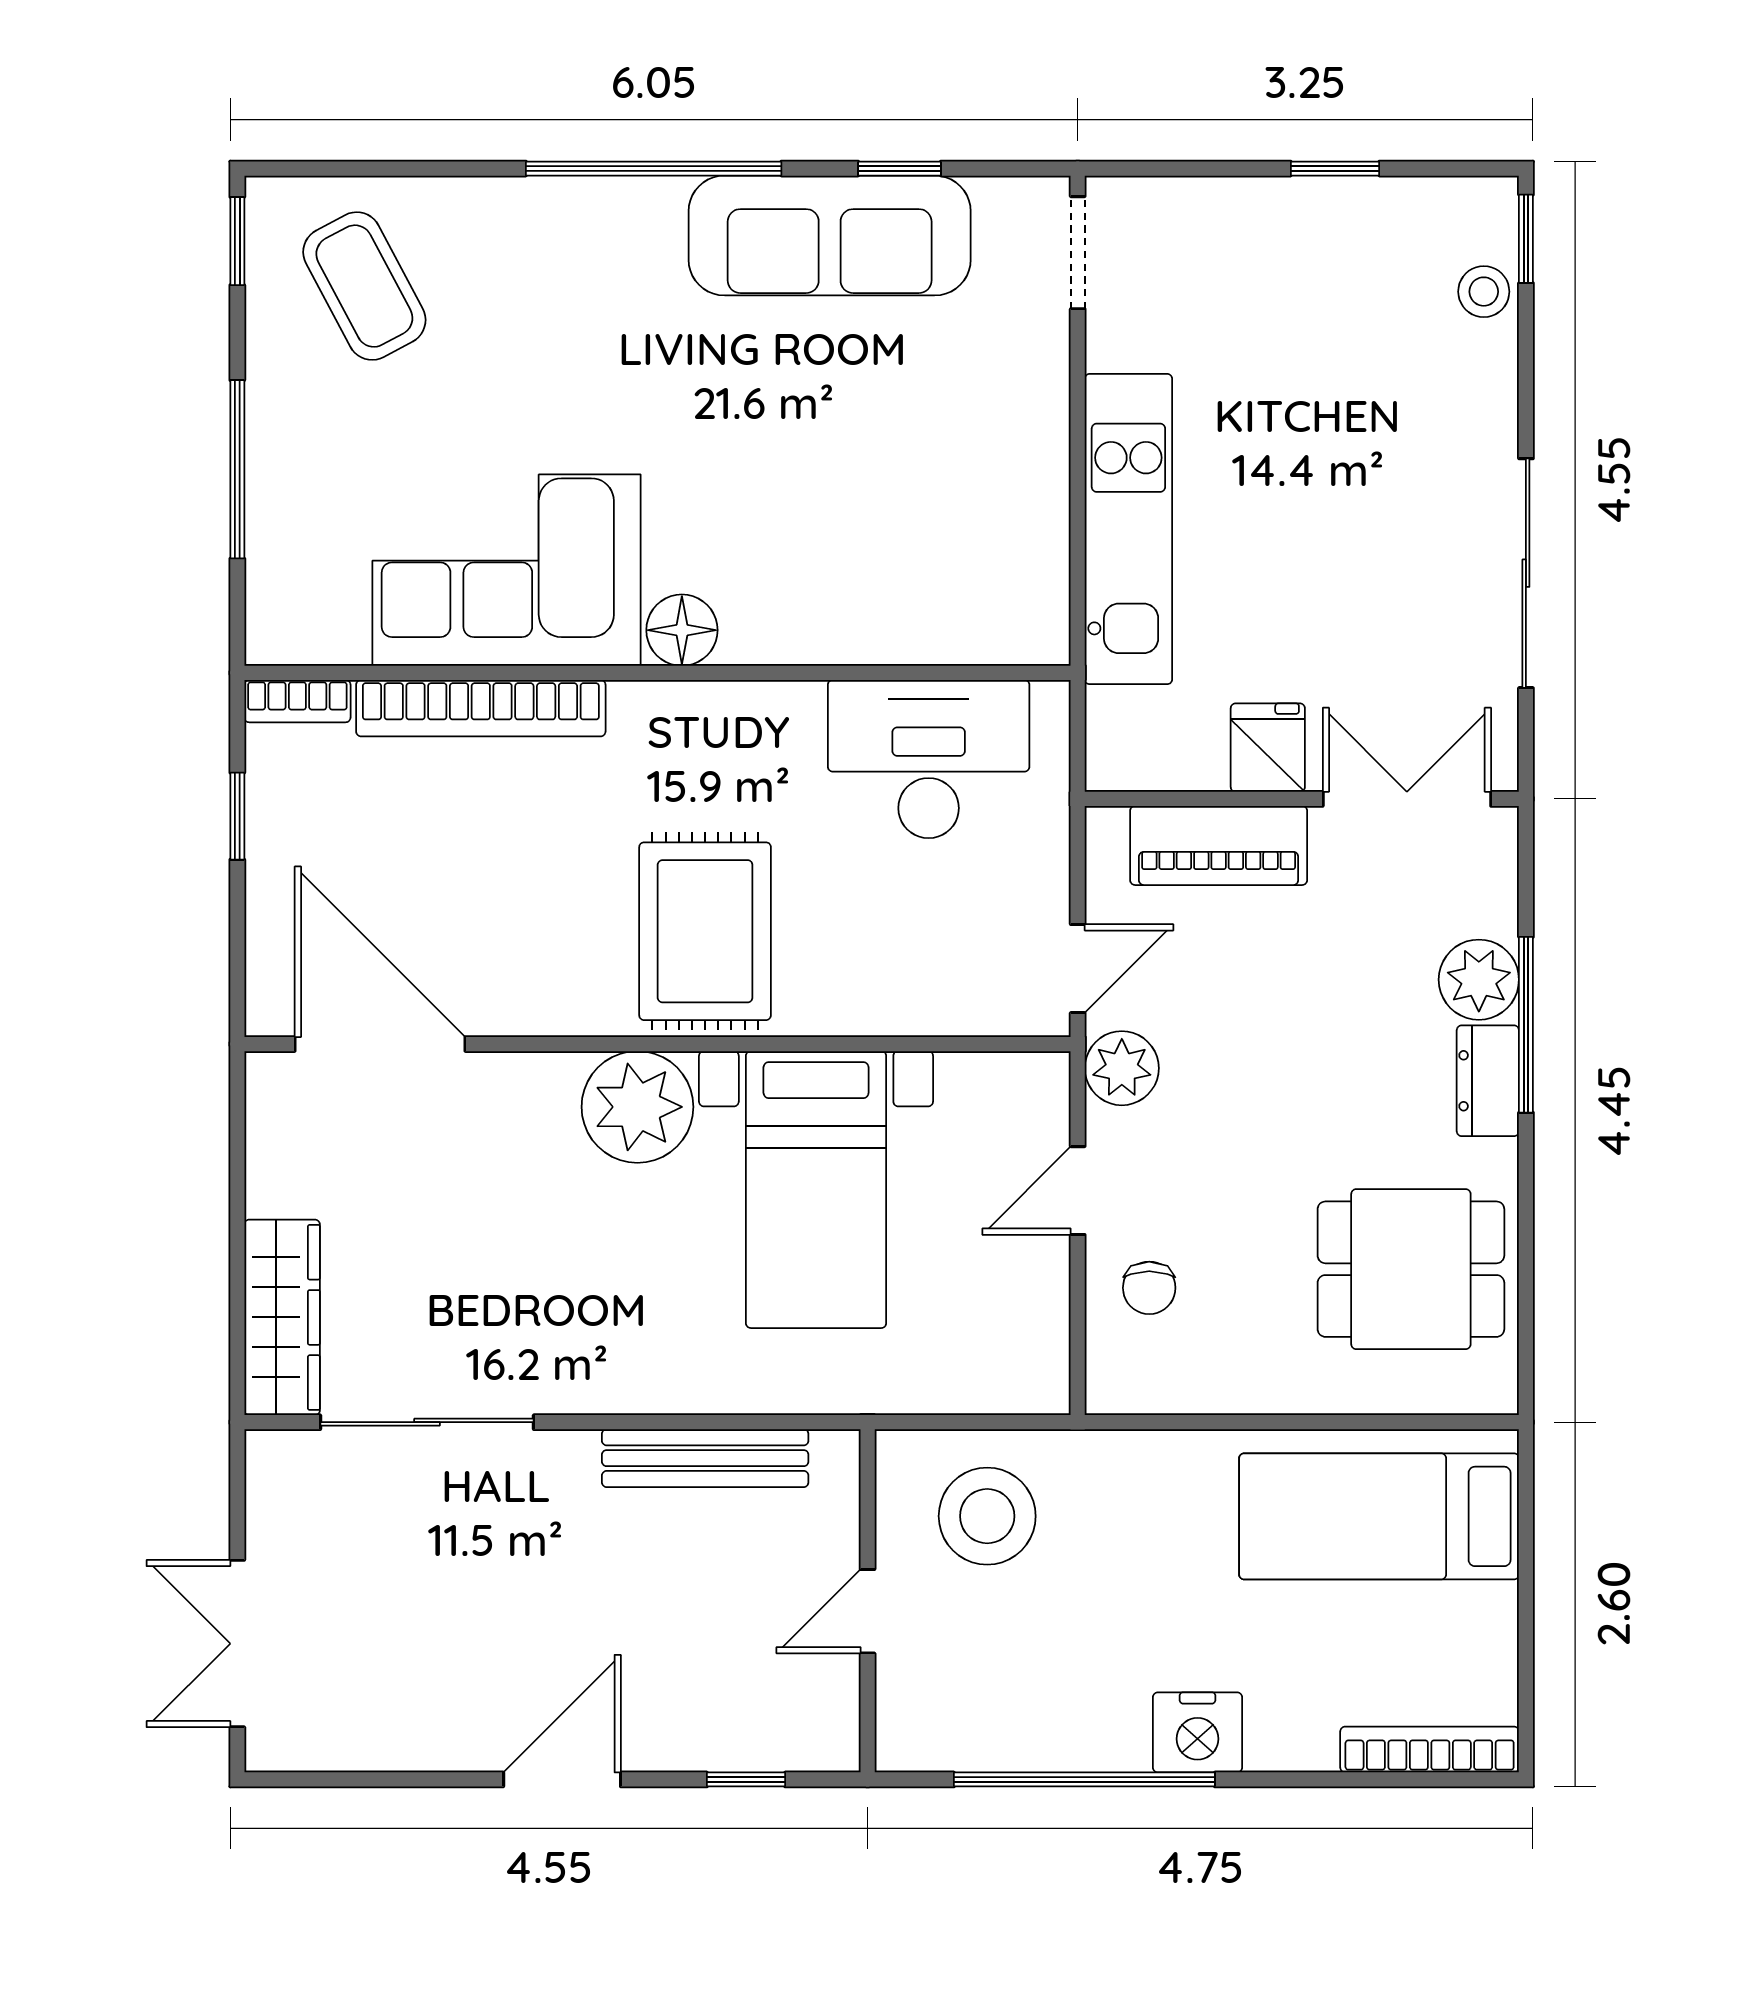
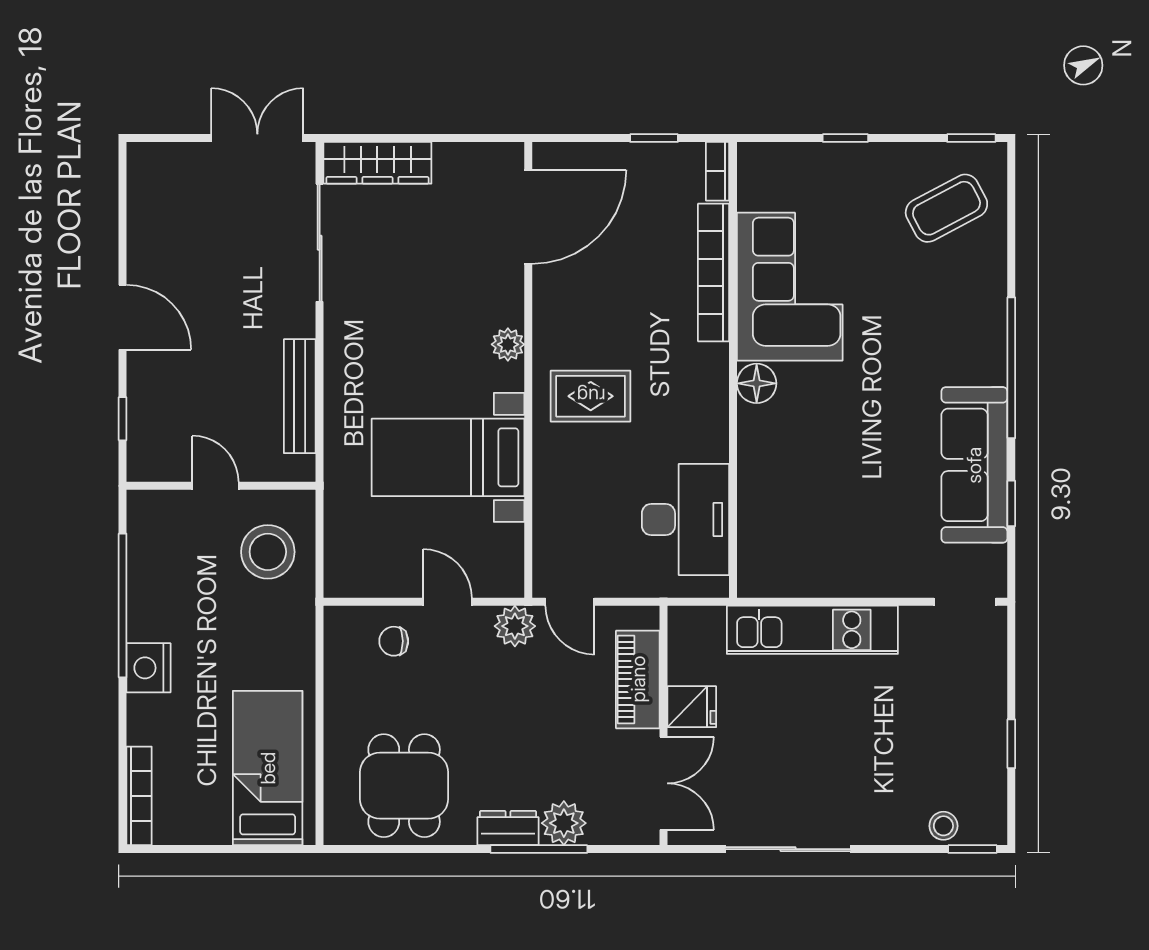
window: (237, 469) -> (845, 138), width x0.46
rug: (705, 931) -> (591, 396), width x0.73, depth x0.70
plant: (637, 1107) -> (508, 344), width x0.53, depth x0.53
double door: (237, 1644) -> (257, 138), moved

